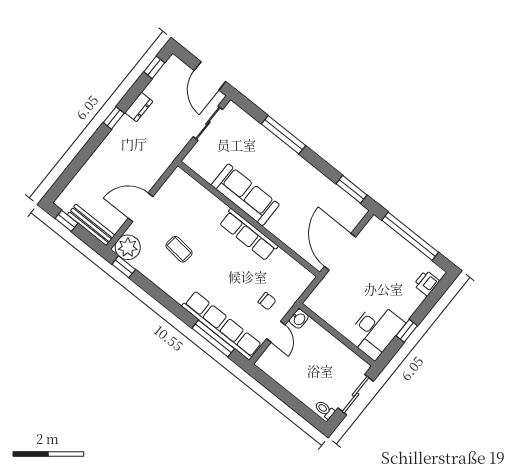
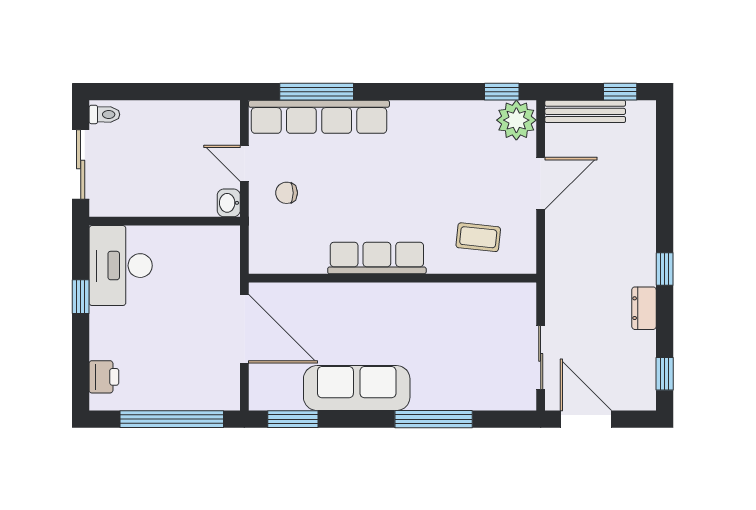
sofa: (245, 195) -> (357, 388), moved, turned 180
coffee table: (179, 249) -> (478, 237), moved

